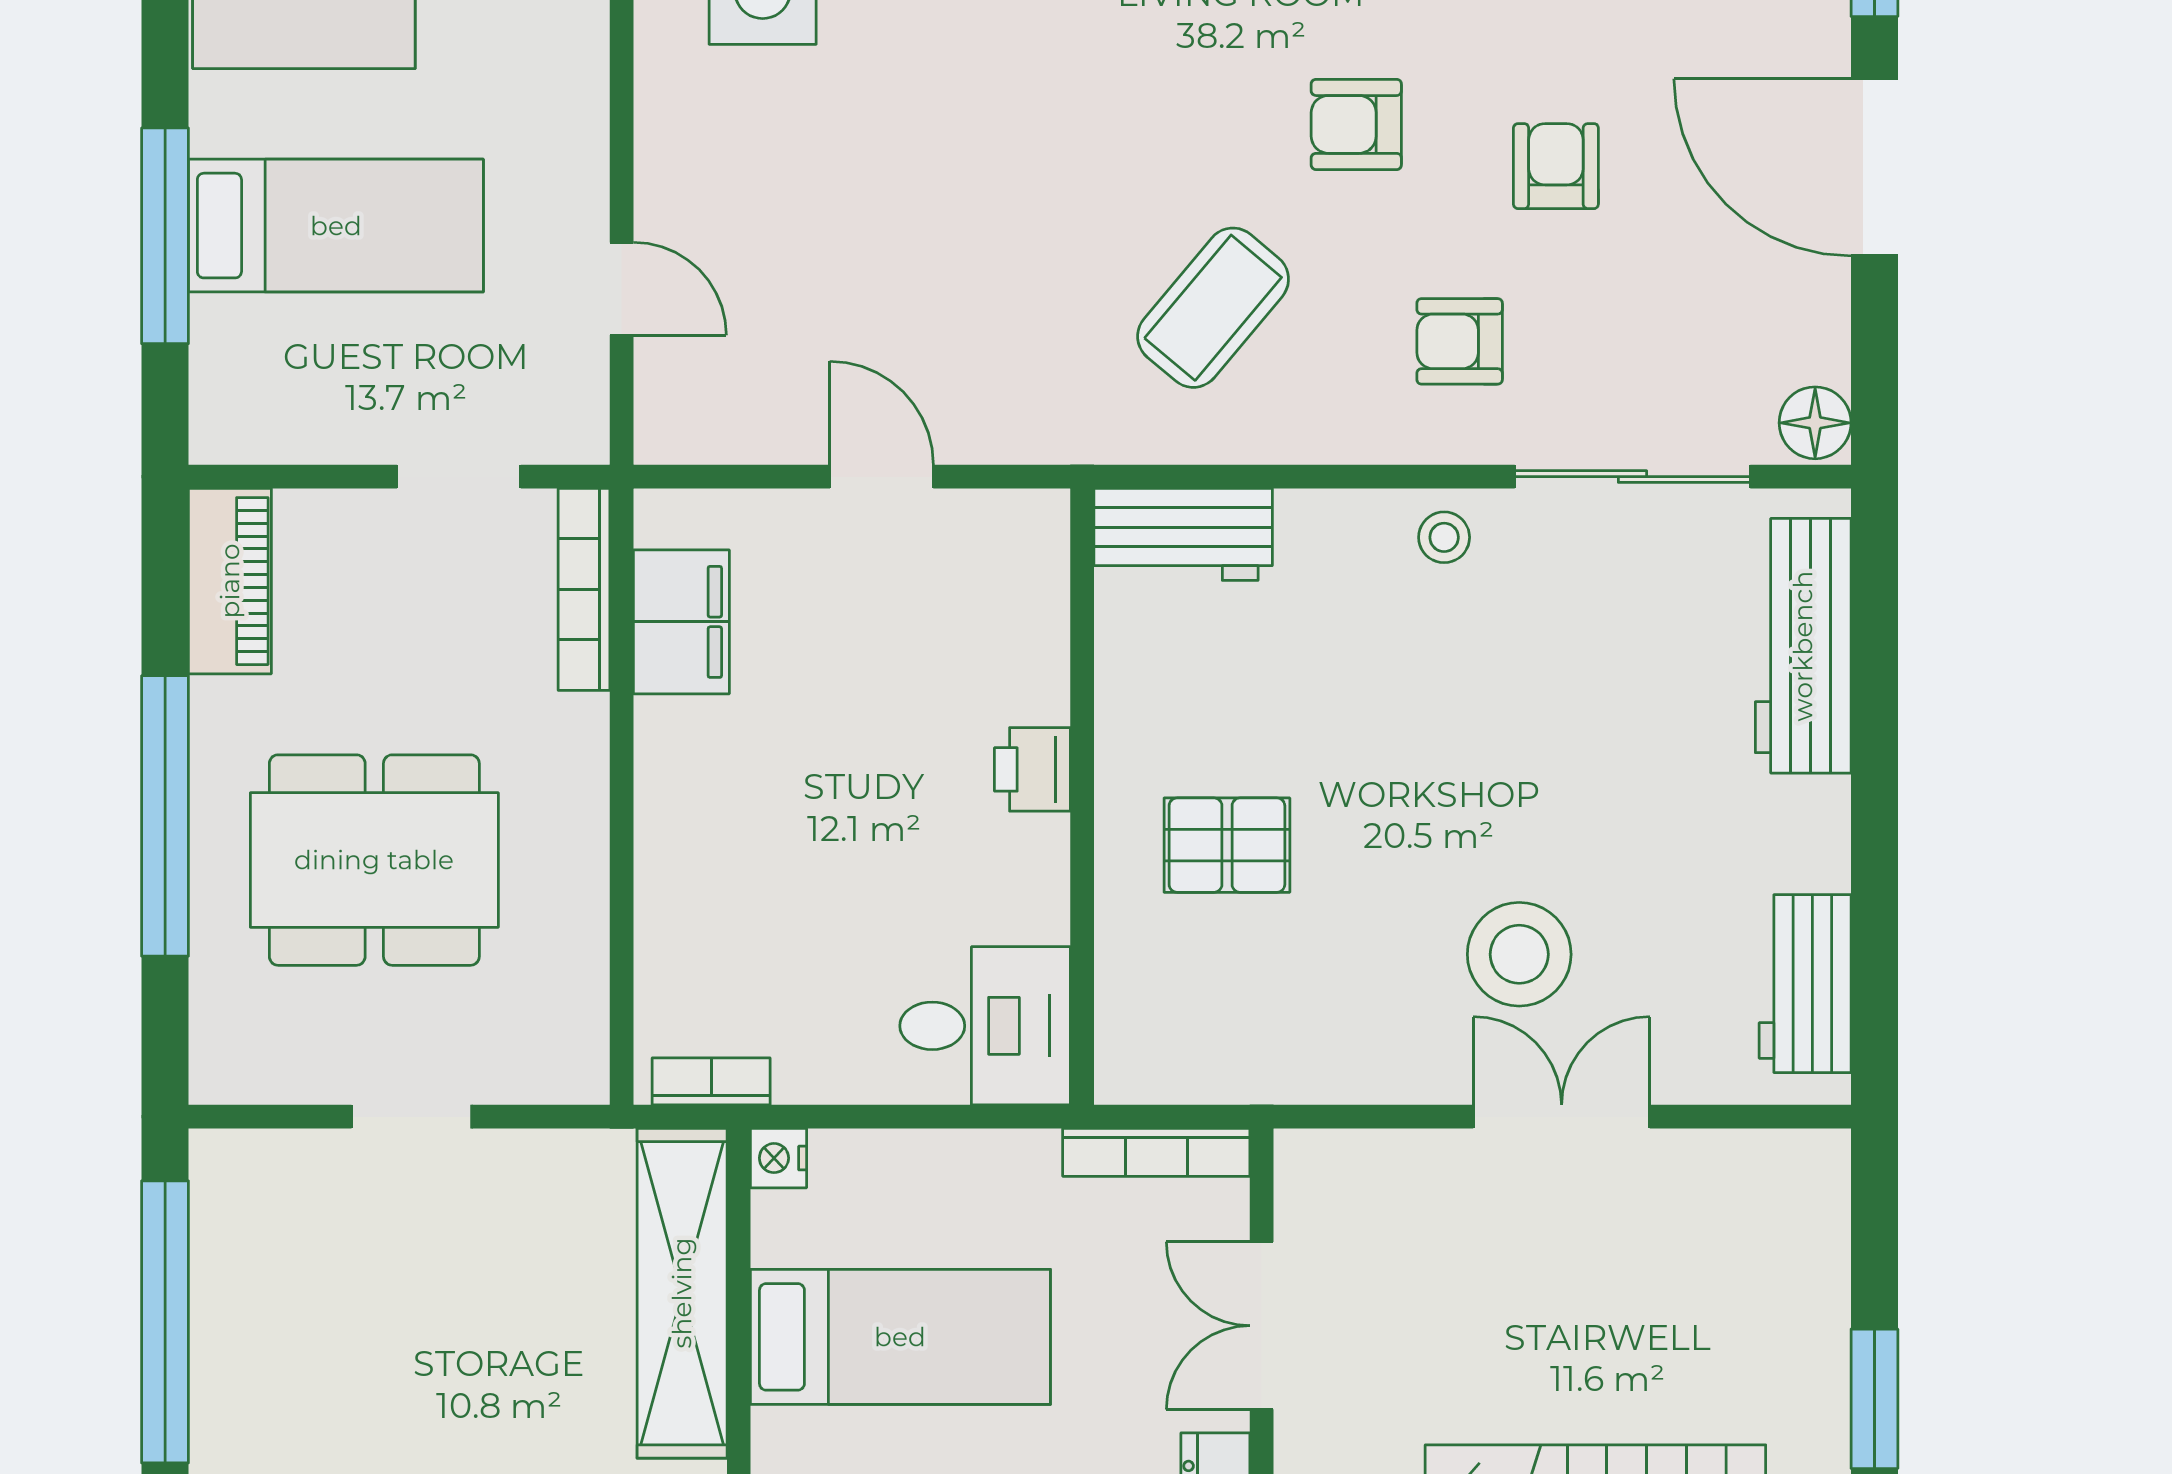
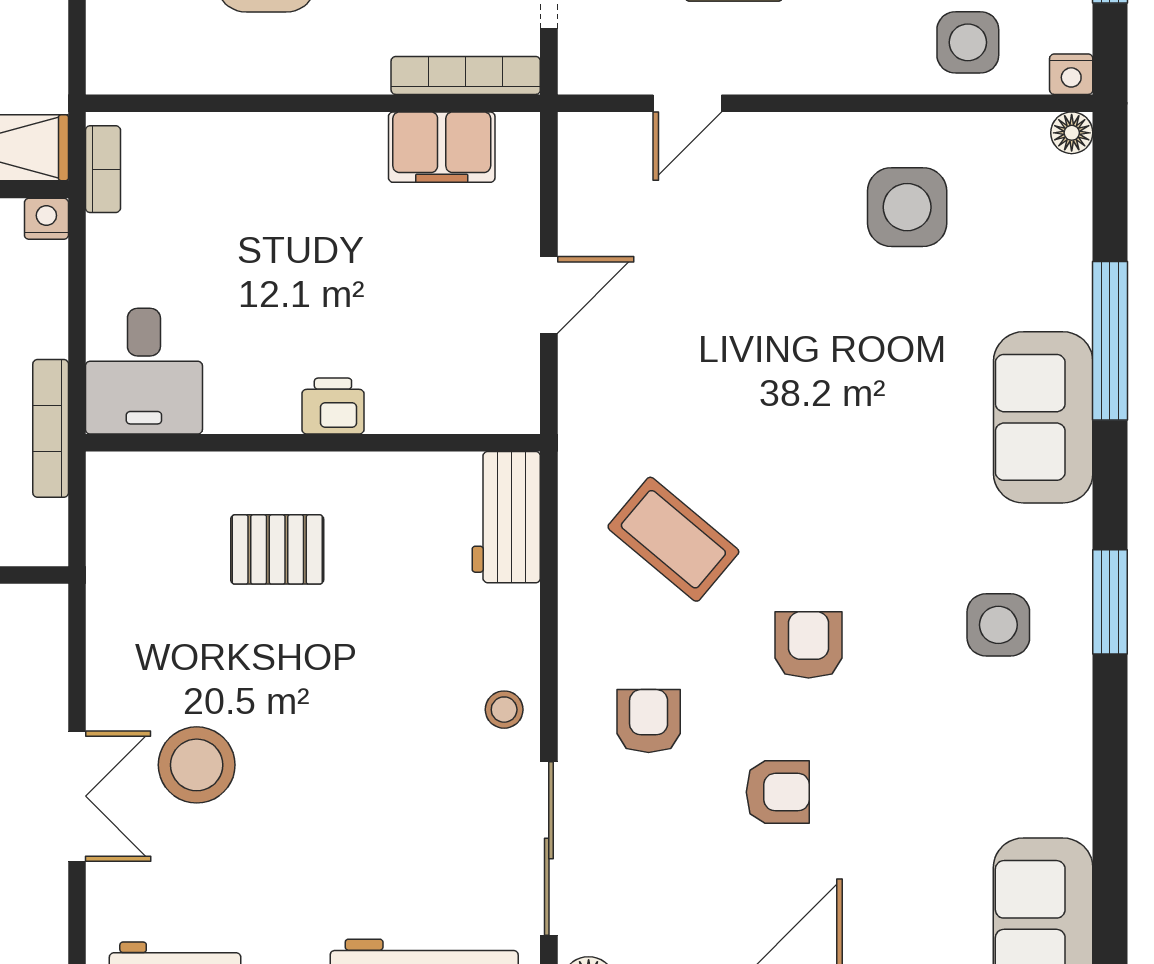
pallet: (1227, 845) -> (277, 549), turned 90
bookcase: (1156, 1152) -> (51, 428), moved

